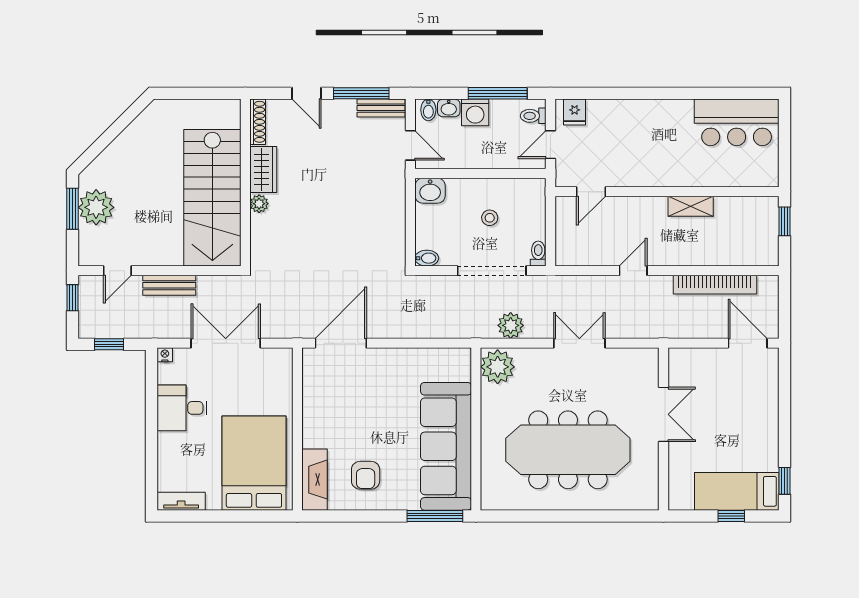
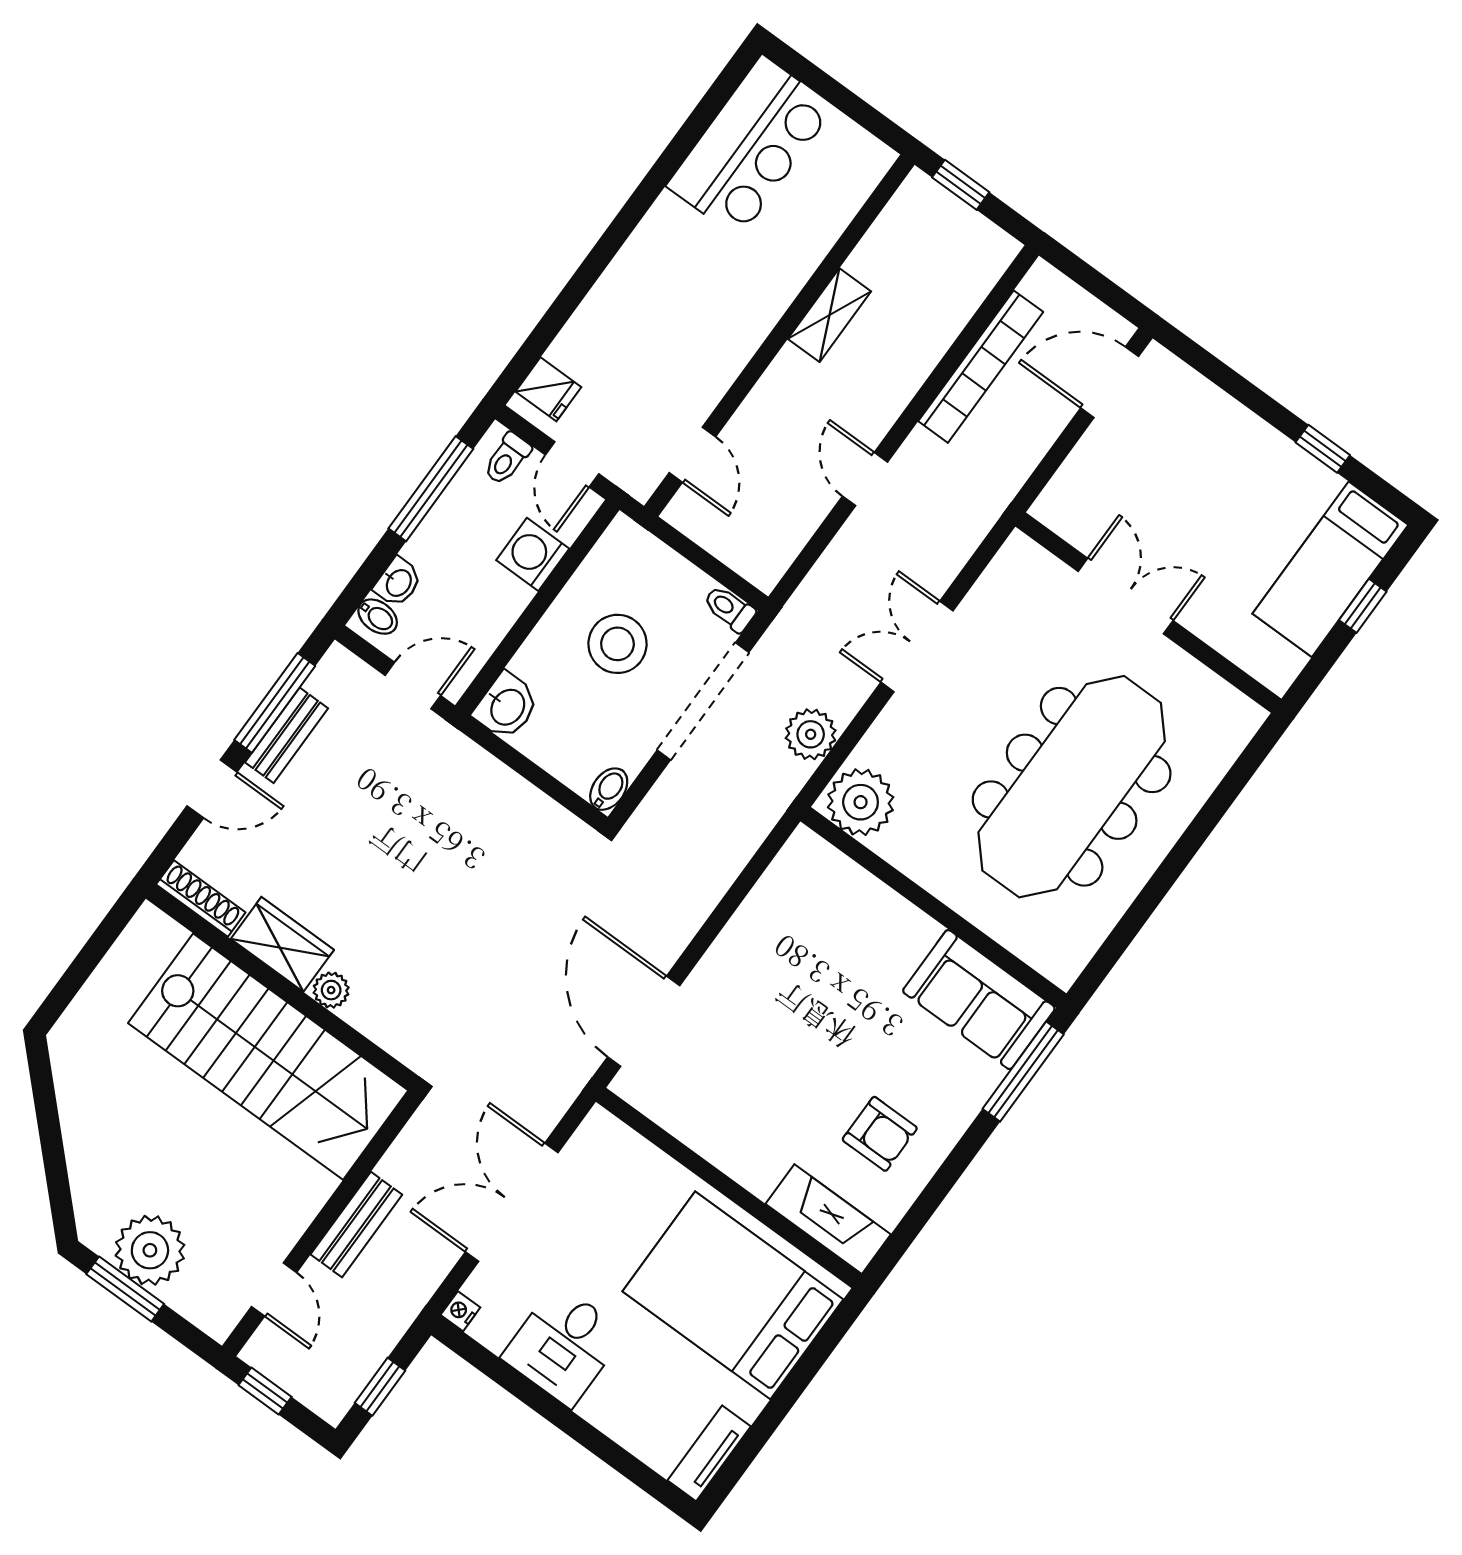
bench: (381, 108) -> (287, 735), moved
washing machine: (475, 112) -> (533, 554), moved, turned 180
stool: (490, 218) -> (617, 644), width x1.89, depth x1.89
sofa: (446, 446) -> (979, 1000), width x0.54, depth x0.79
window: (784, 481) -> (1323, 449), moved

